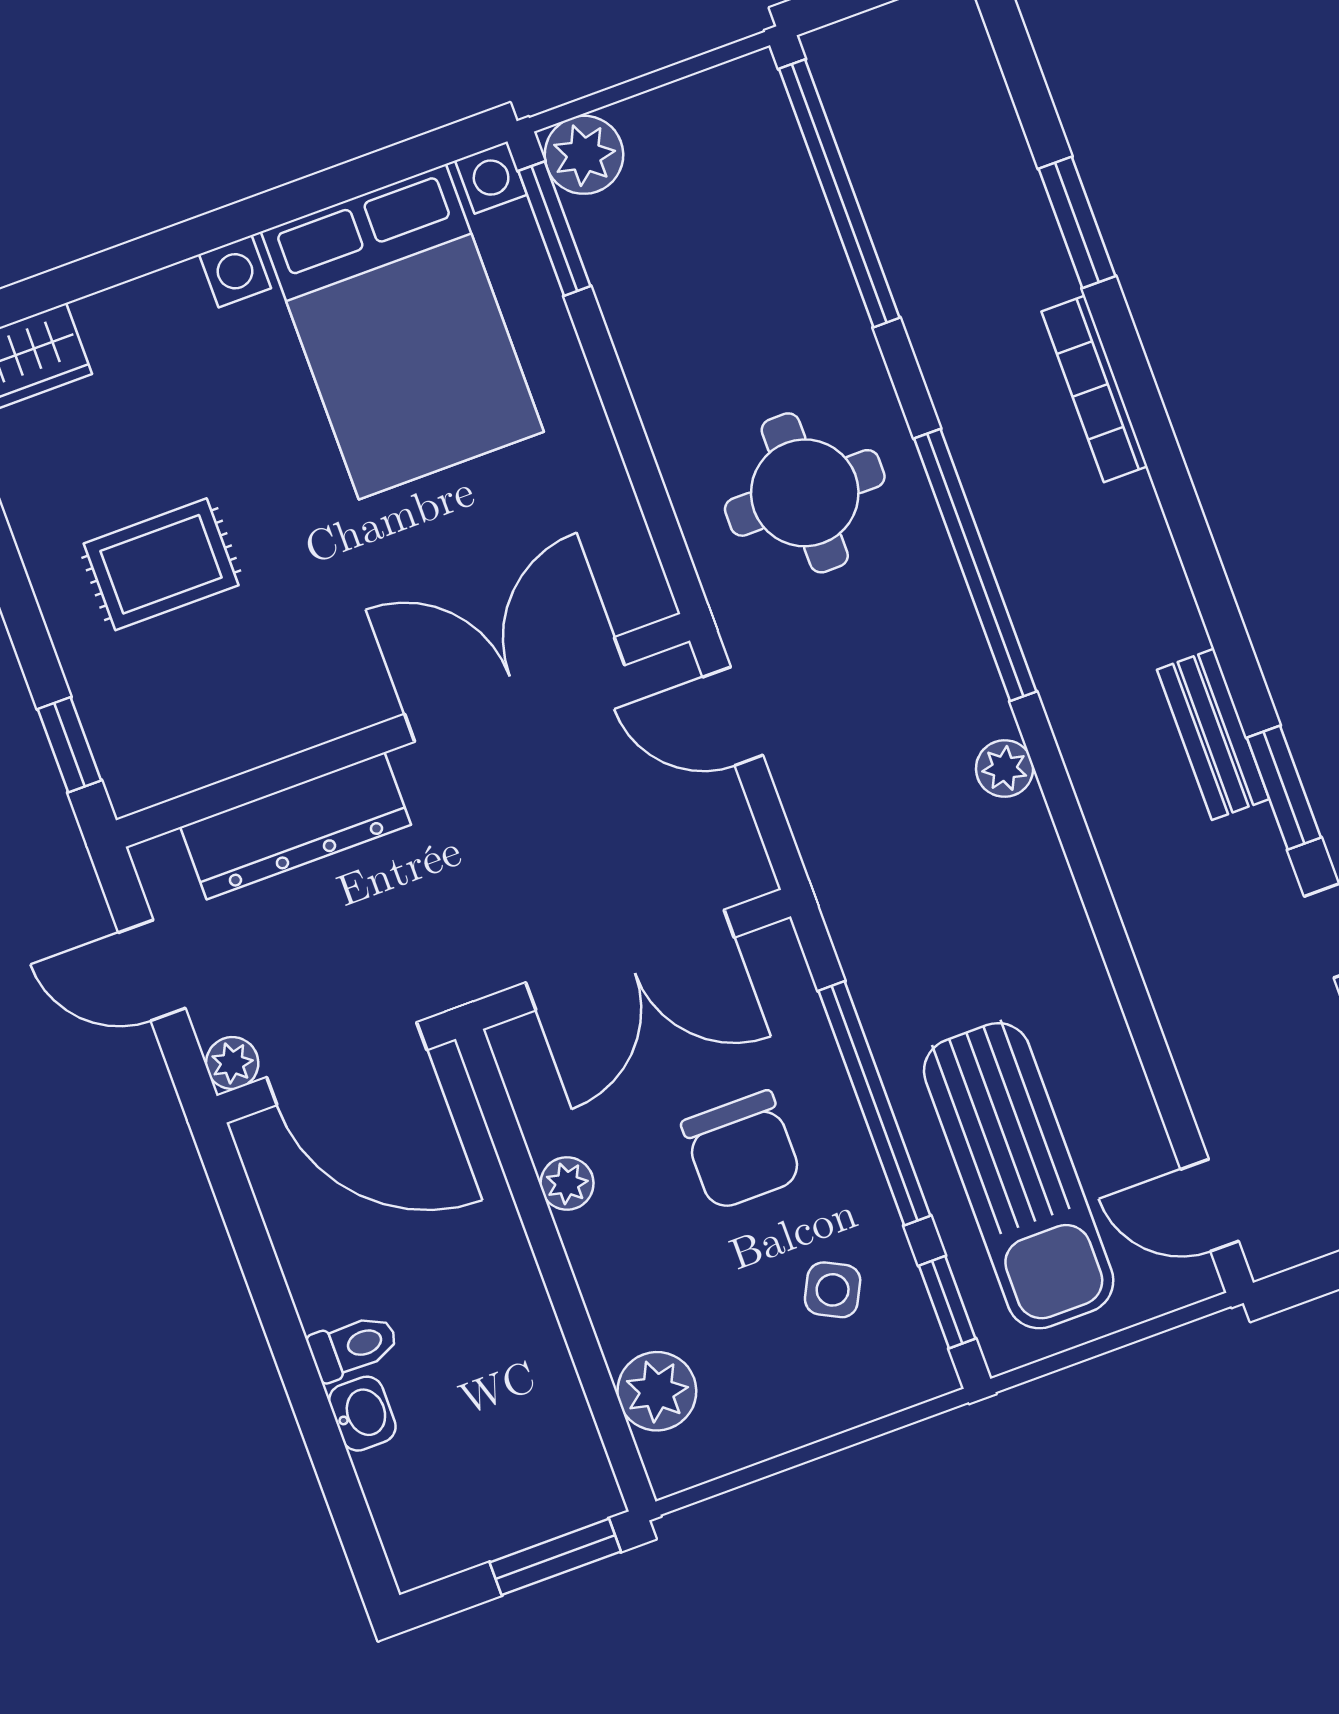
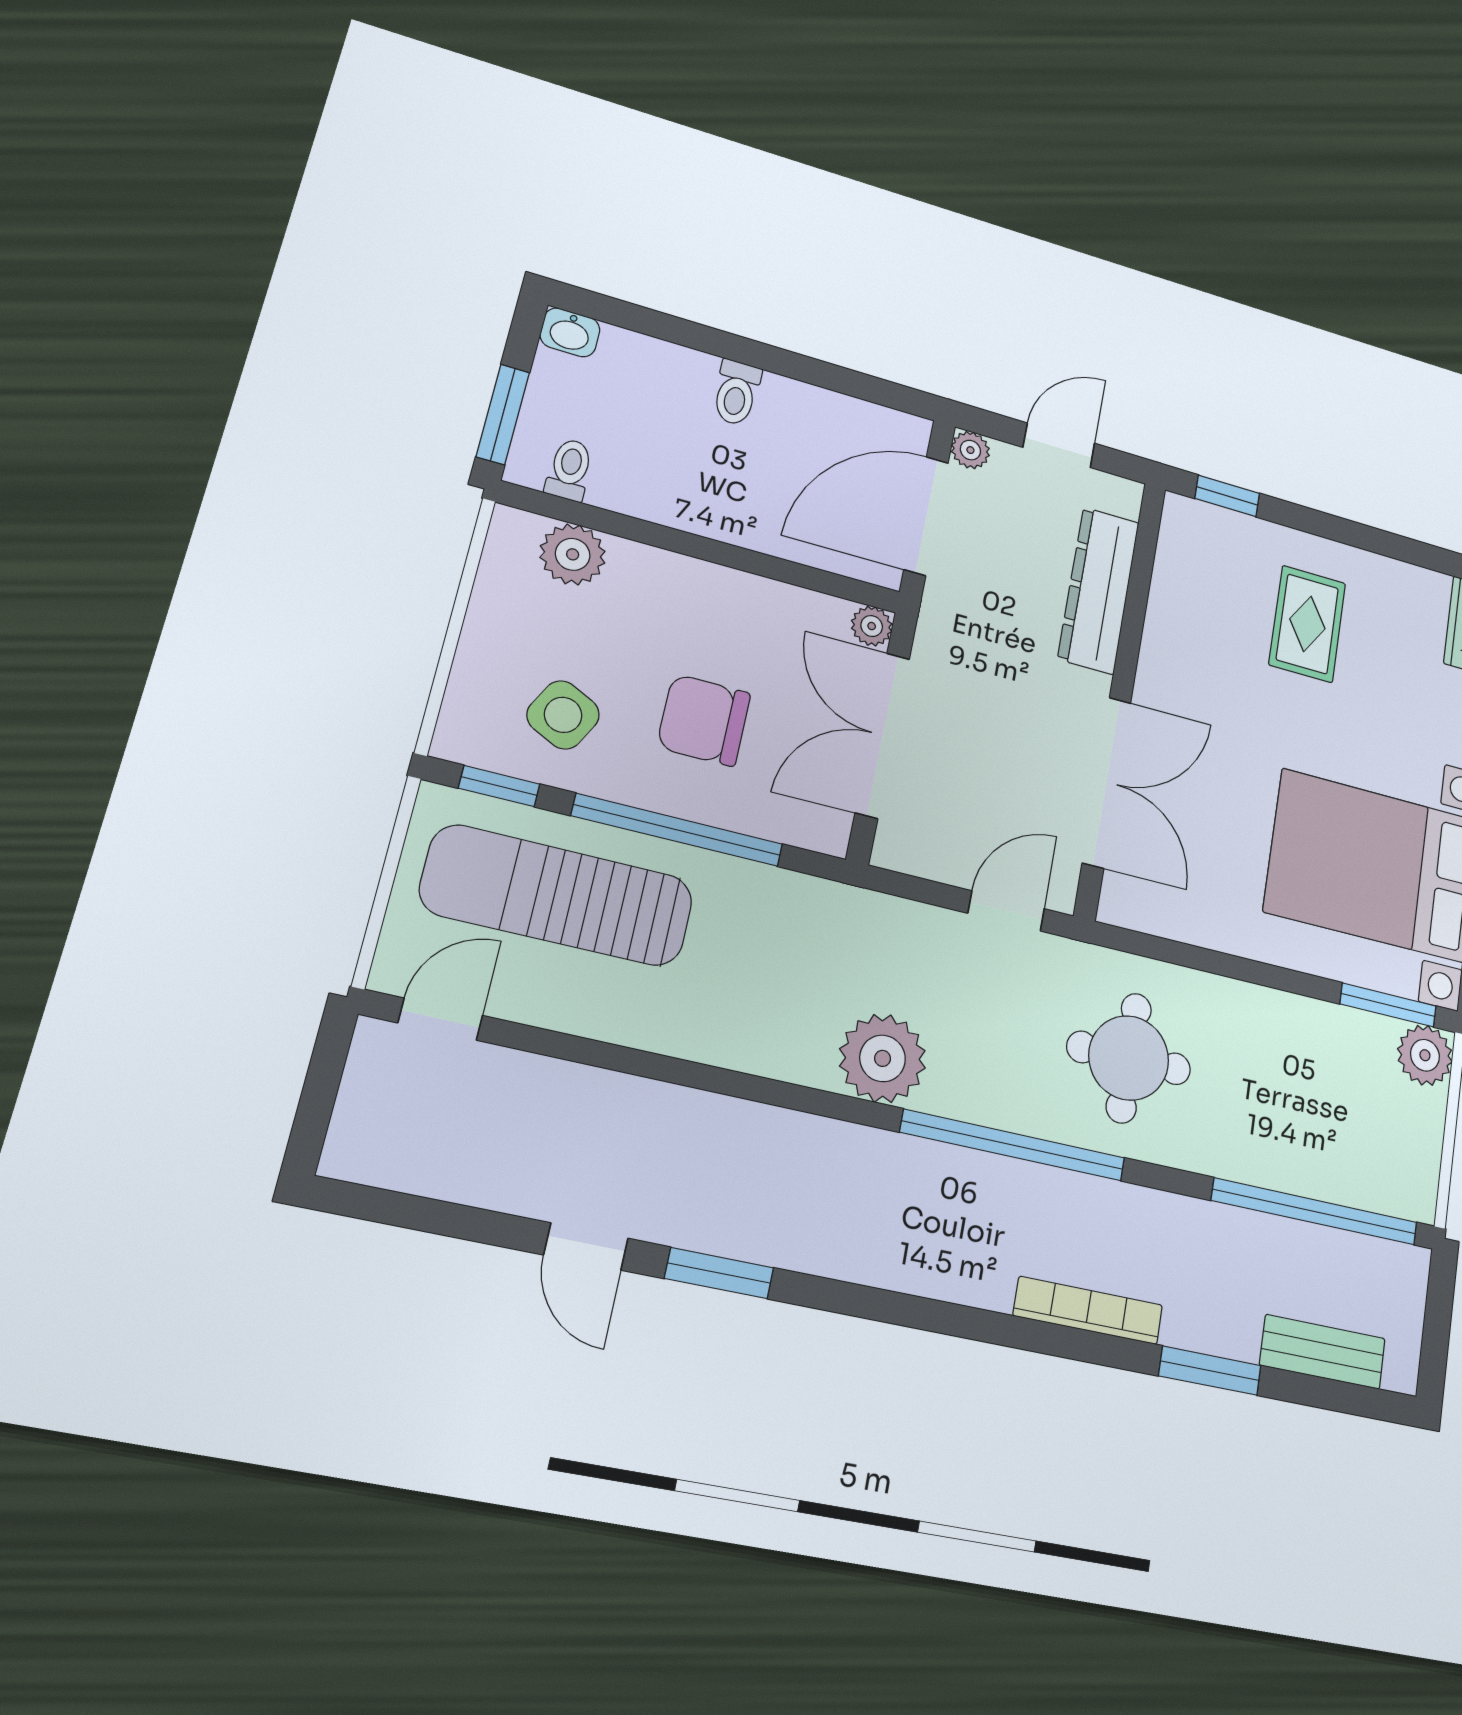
bench: (1213, 734) -> (1323, 1352), moved
plant: (1005, 768) -> (883, 1058), width x1.87, depth x1.87
plant: (567, 1183) -> (872, 626), moved
side table: (833, 1290) -> (563, 715), width x1.37, depth x1.37
washbasin: (362, 1414) -> (570, 332), moved
toilet: (567, 1454) -> (569, 470), added

